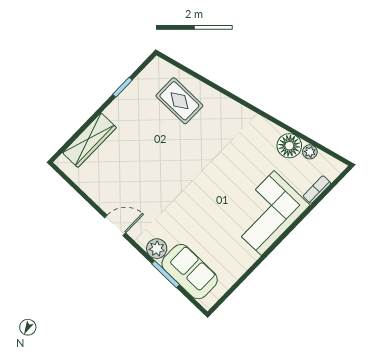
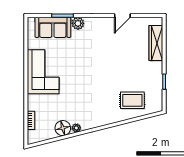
plant: (310, 152) -> (76, 128), moved
corner sofa: (268, 213) -> (43, 72), moved
door: (115, 225) -> (122, 16), moved

